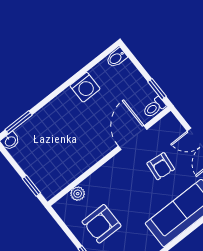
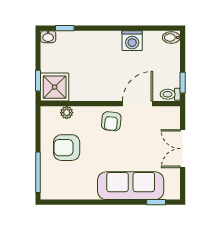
window: (19, 122) -> (65, 28), width x0.67
armchair: (161, 166) -> (111, 121), moved
shower: (50, 180) -> (55, 87), added

